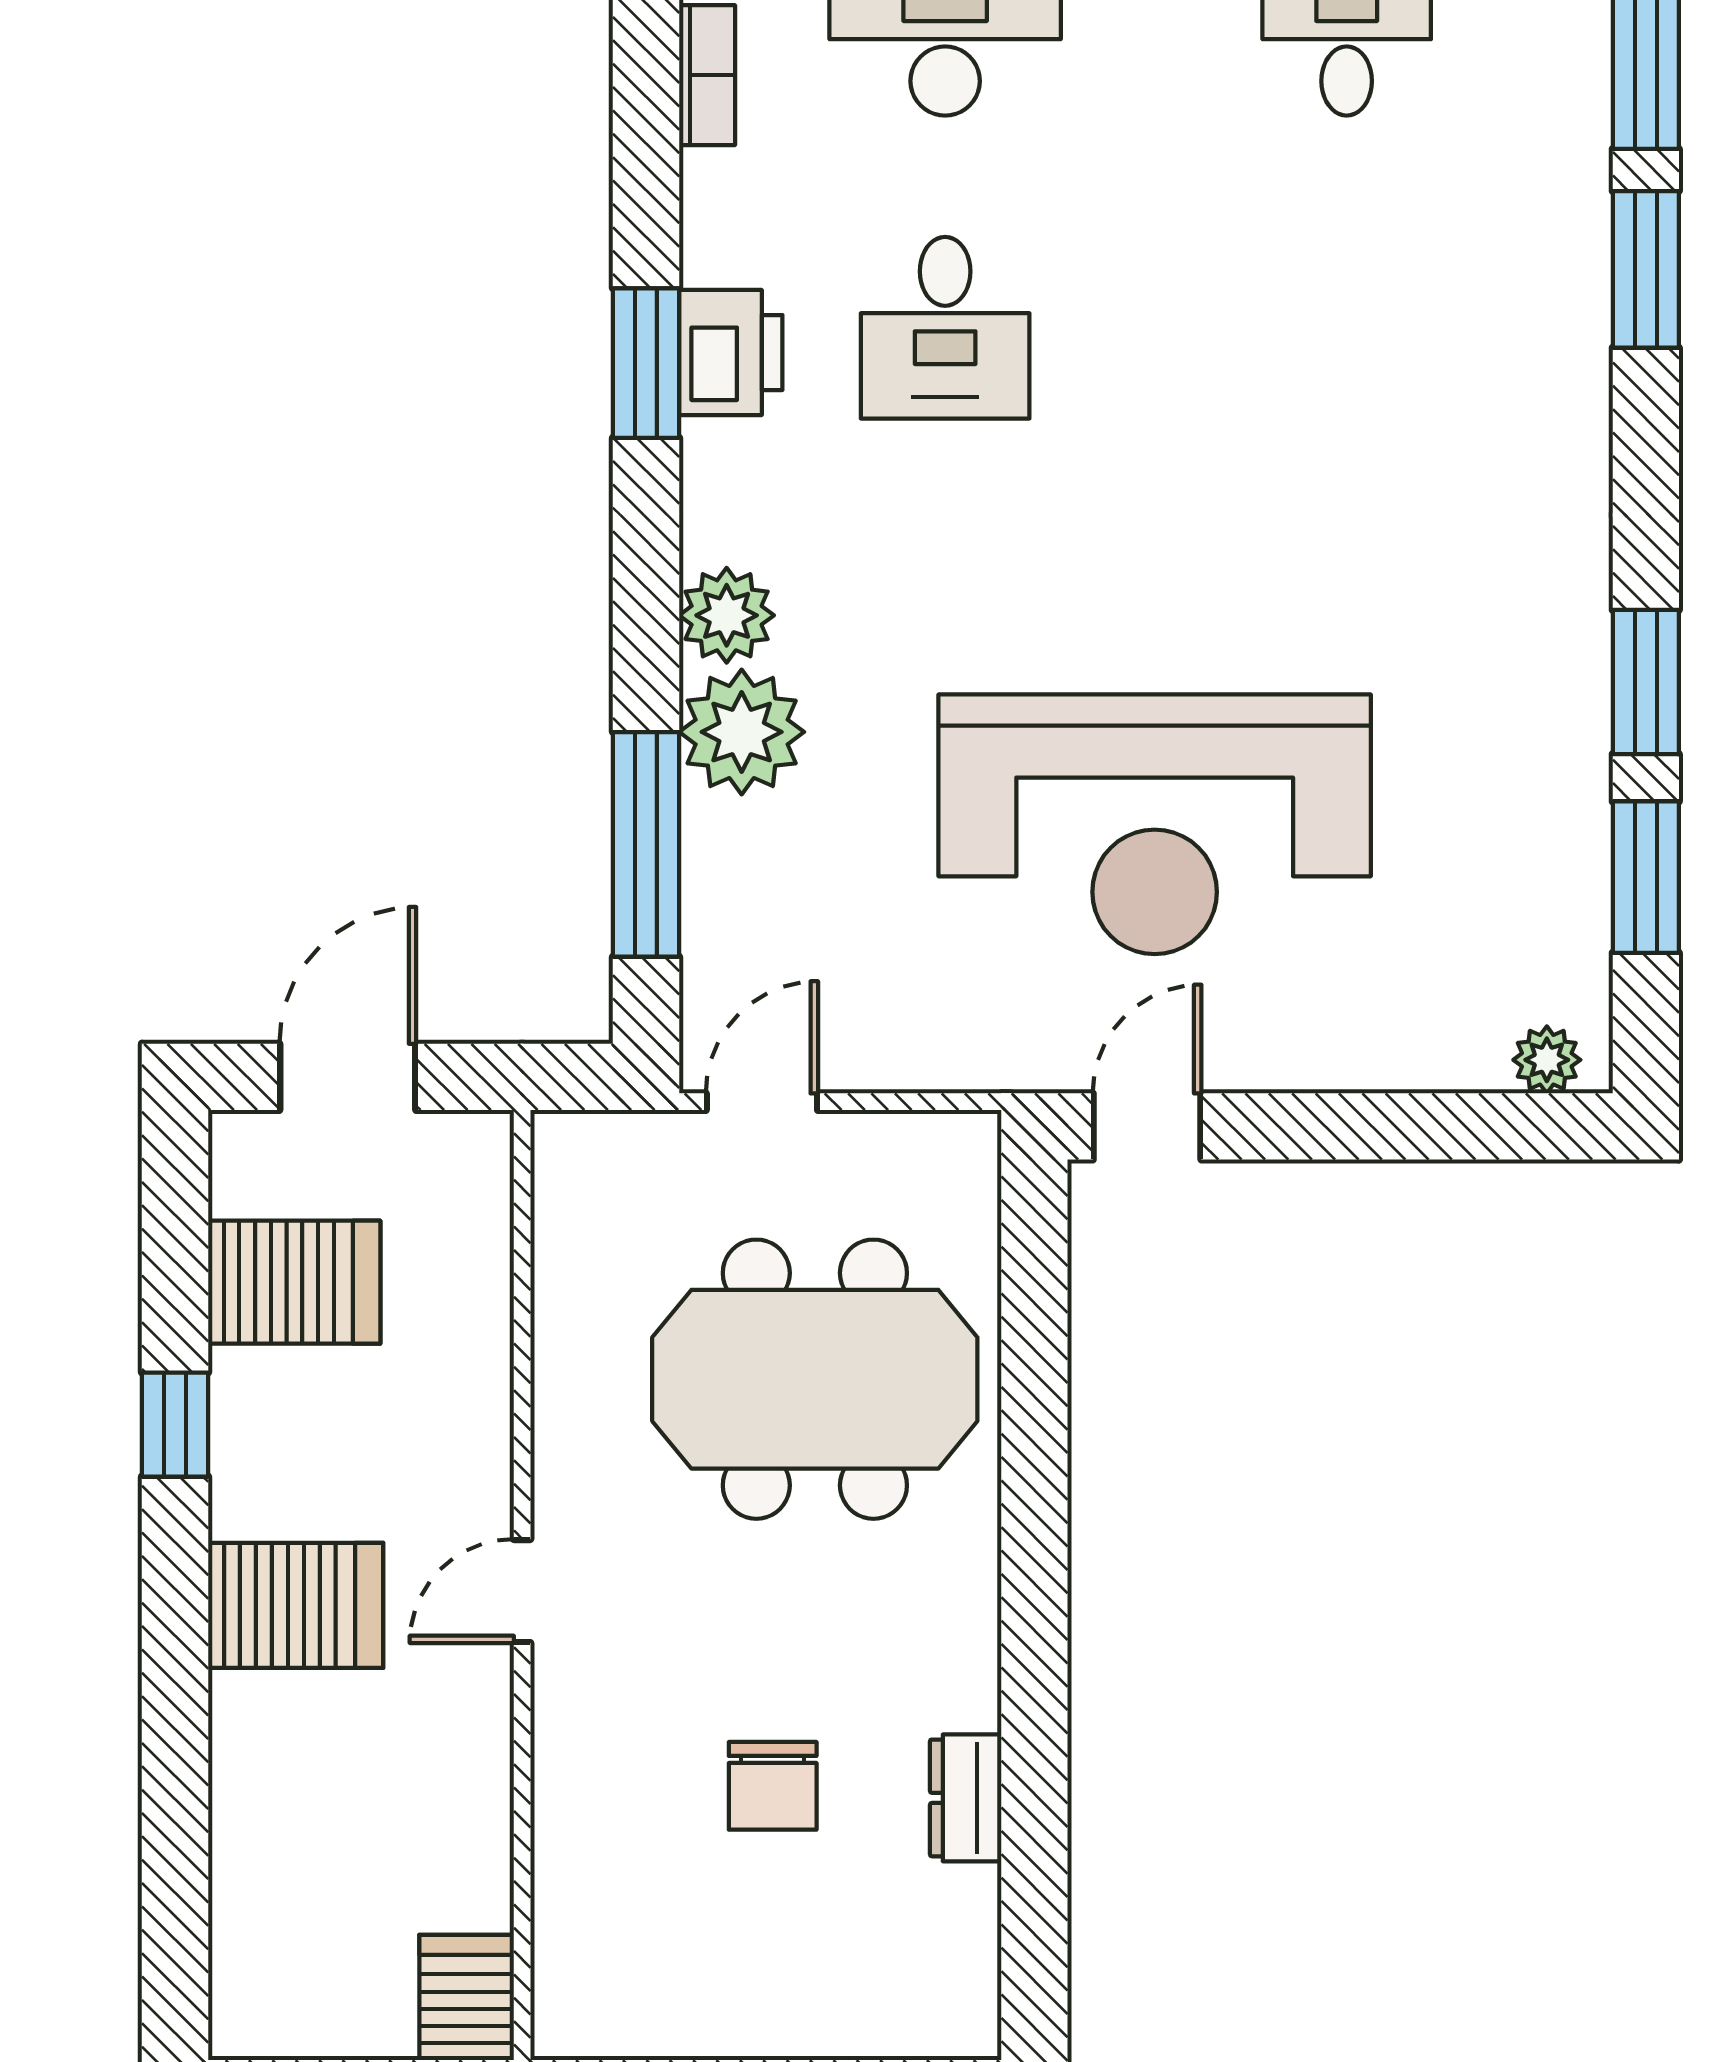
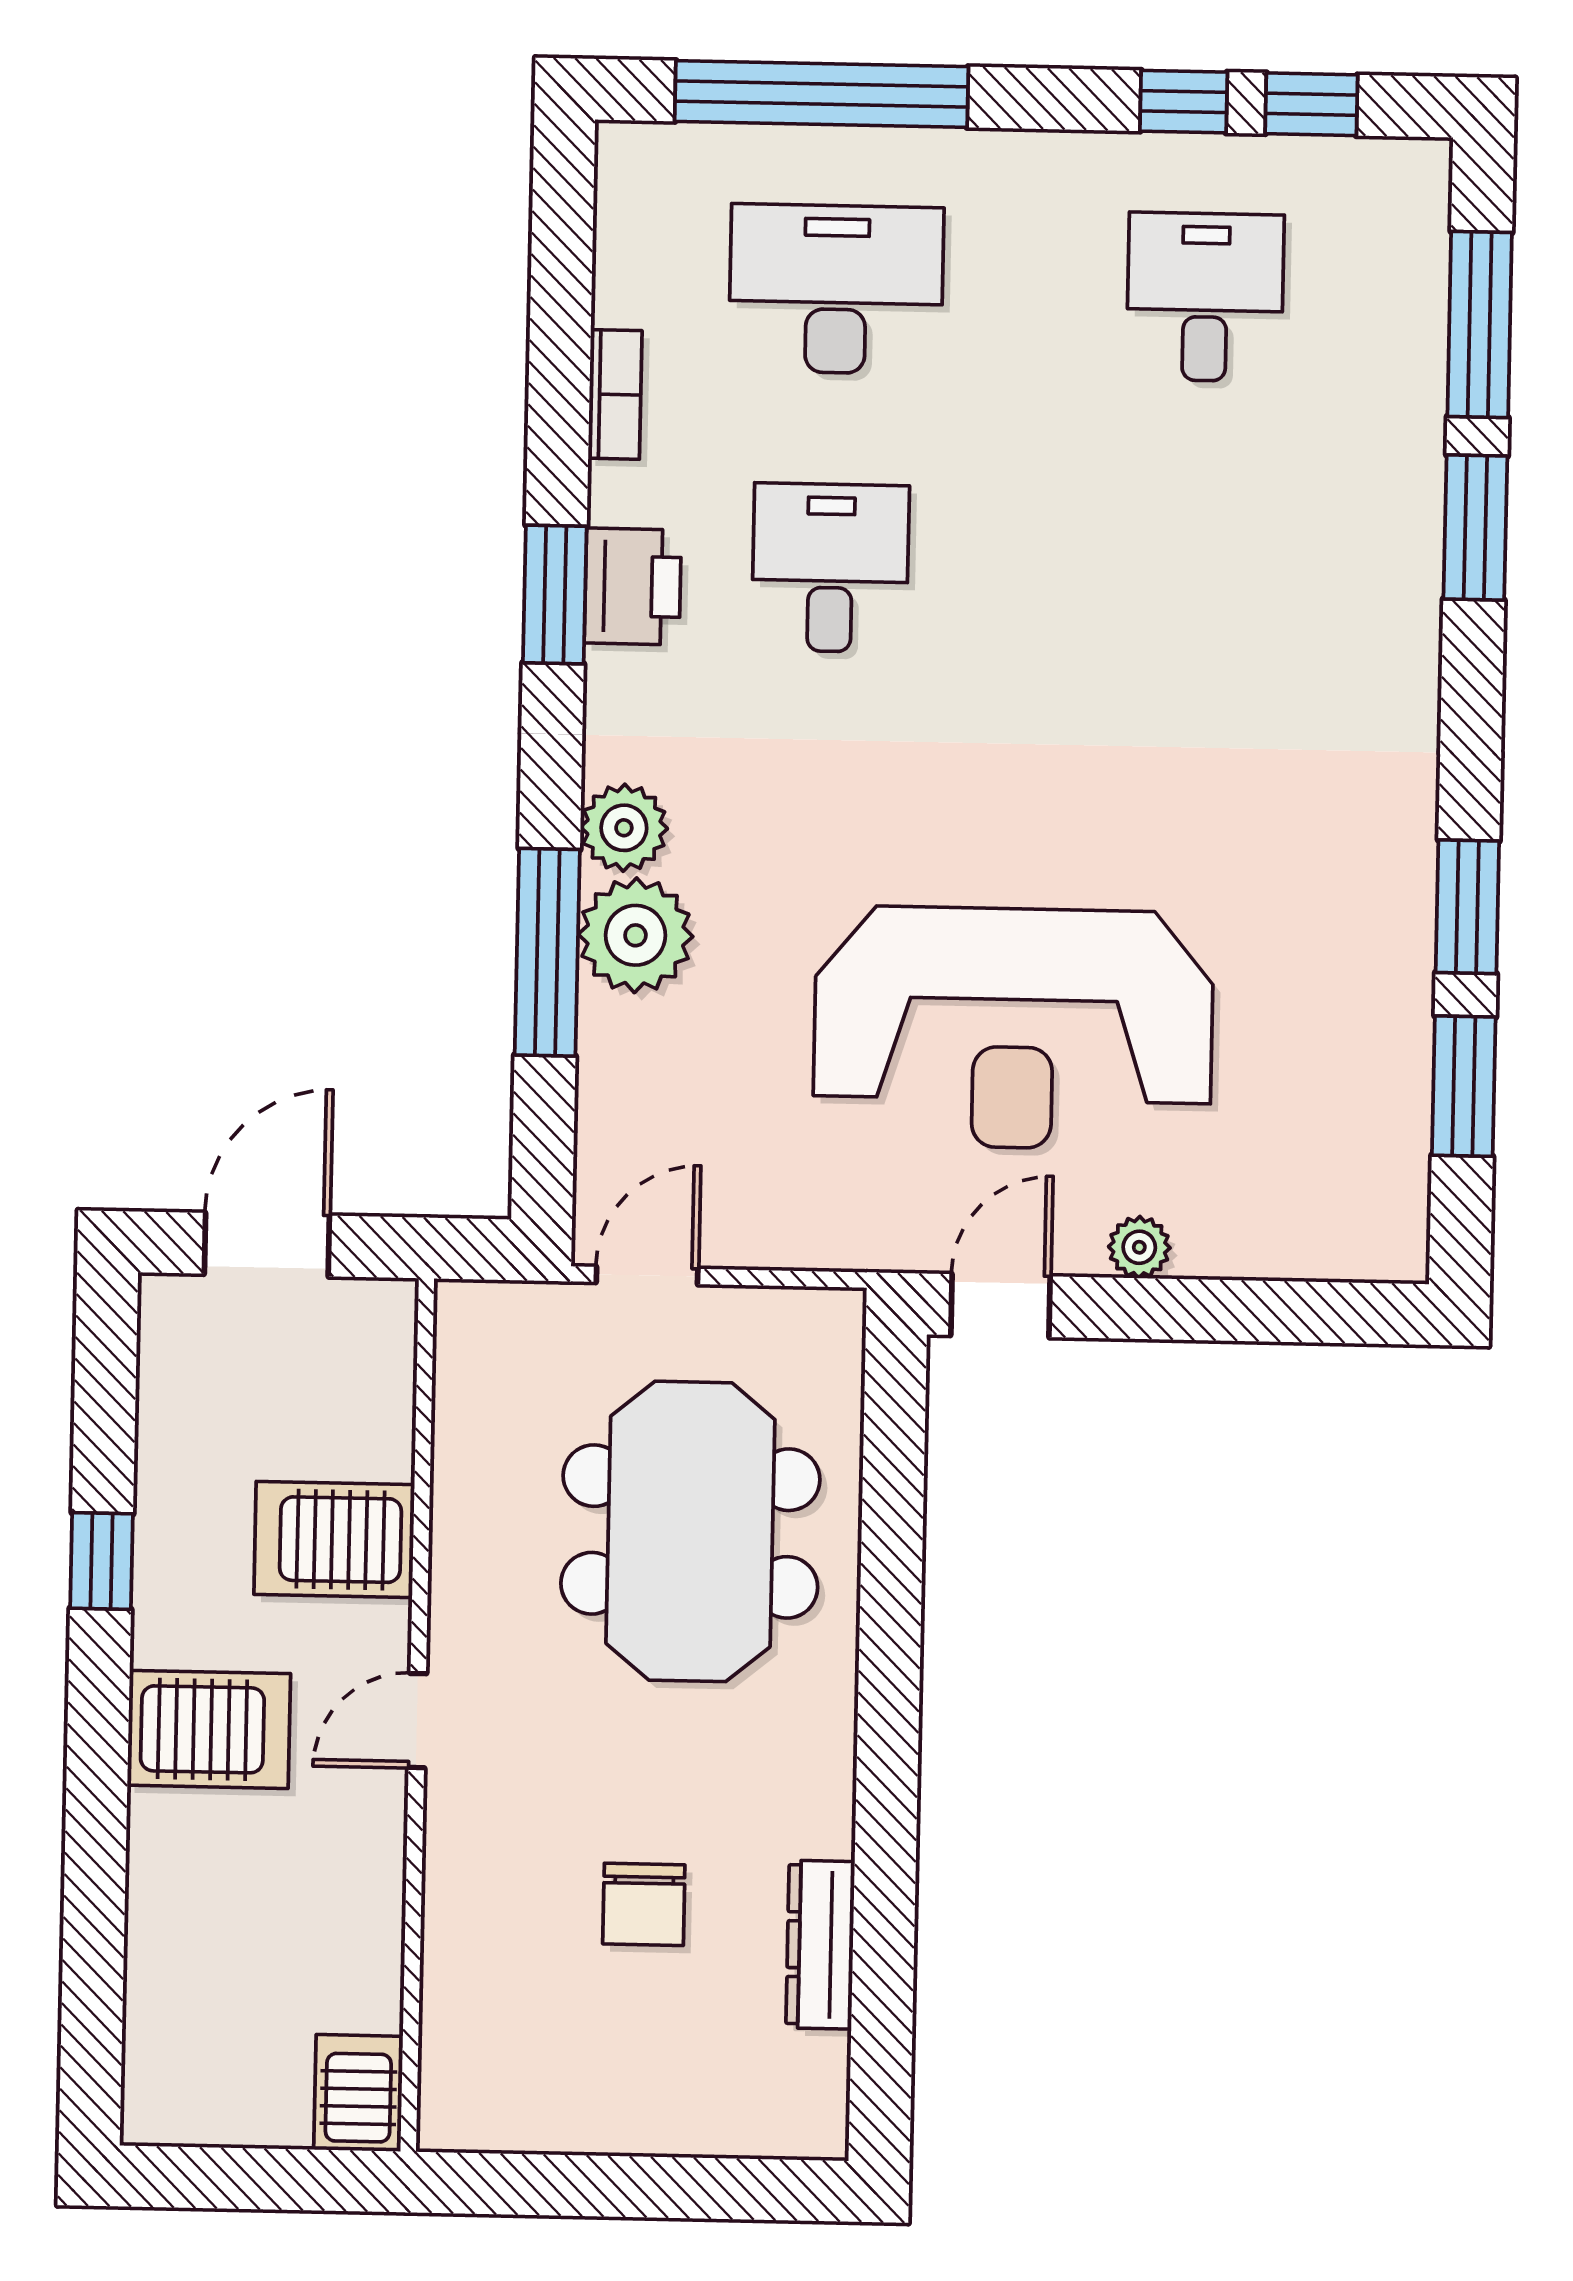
bookcase: (707, 75) -> (615, 394), moved
desk: (945, 328) -> (830, 568), turned 180
window: (646, 844) -> (547, 952), moved
plant: (1547, 1060) -> (1139, 1247), moved
server rack: (294, 1282) -> (334, 1539), moved, turned 180
meeting table: (815, 1379) -> (690, 1531), turned 90
dresser: (966, 1798) -> (820, 1945), width x1.44

